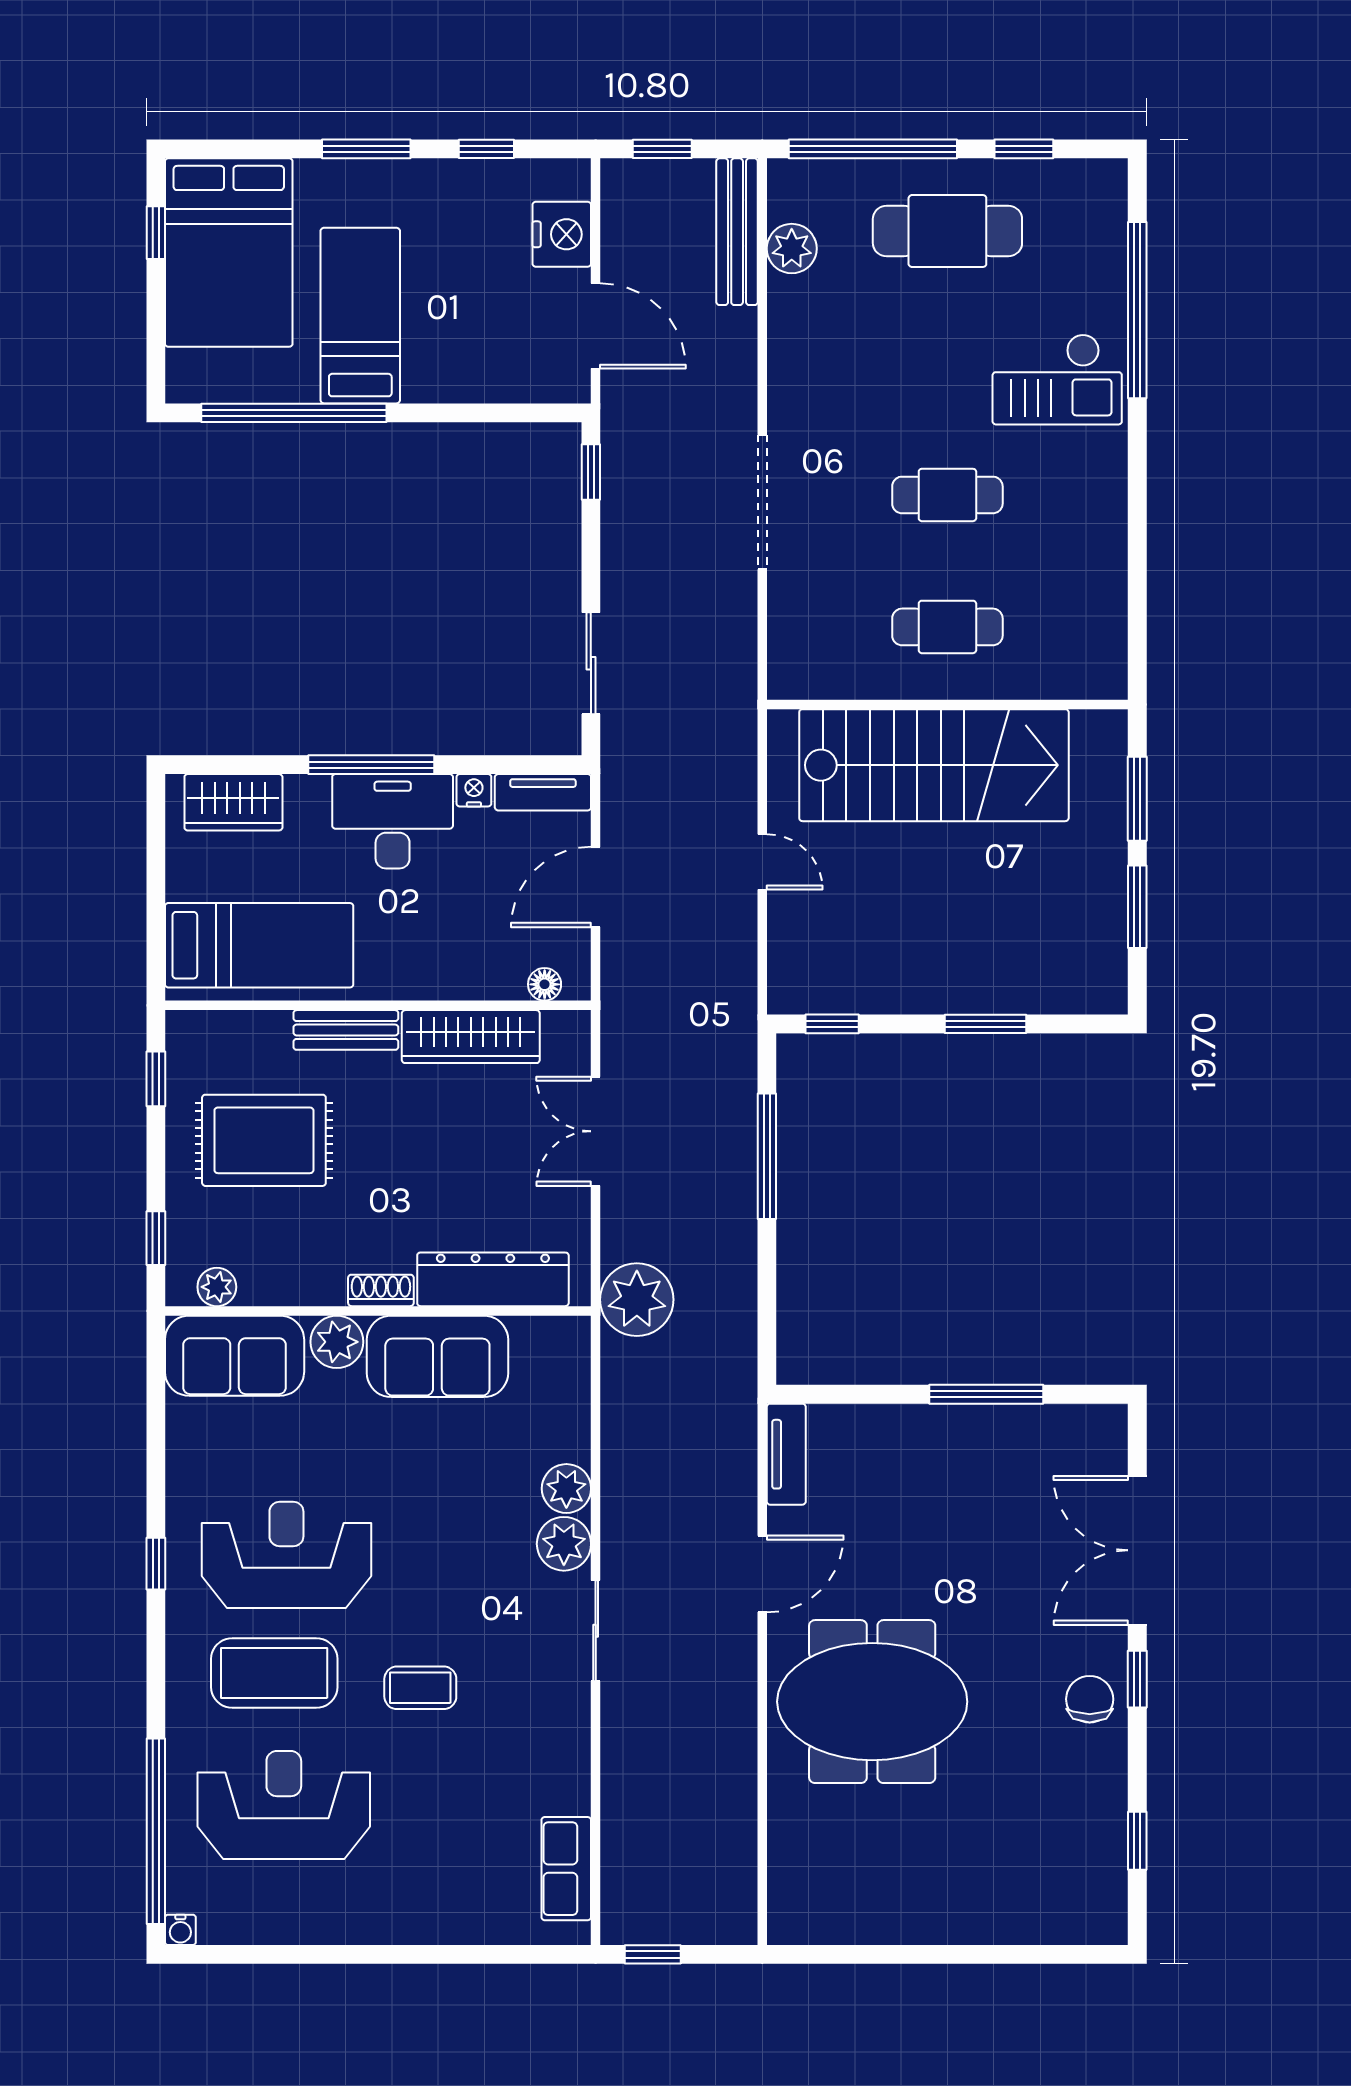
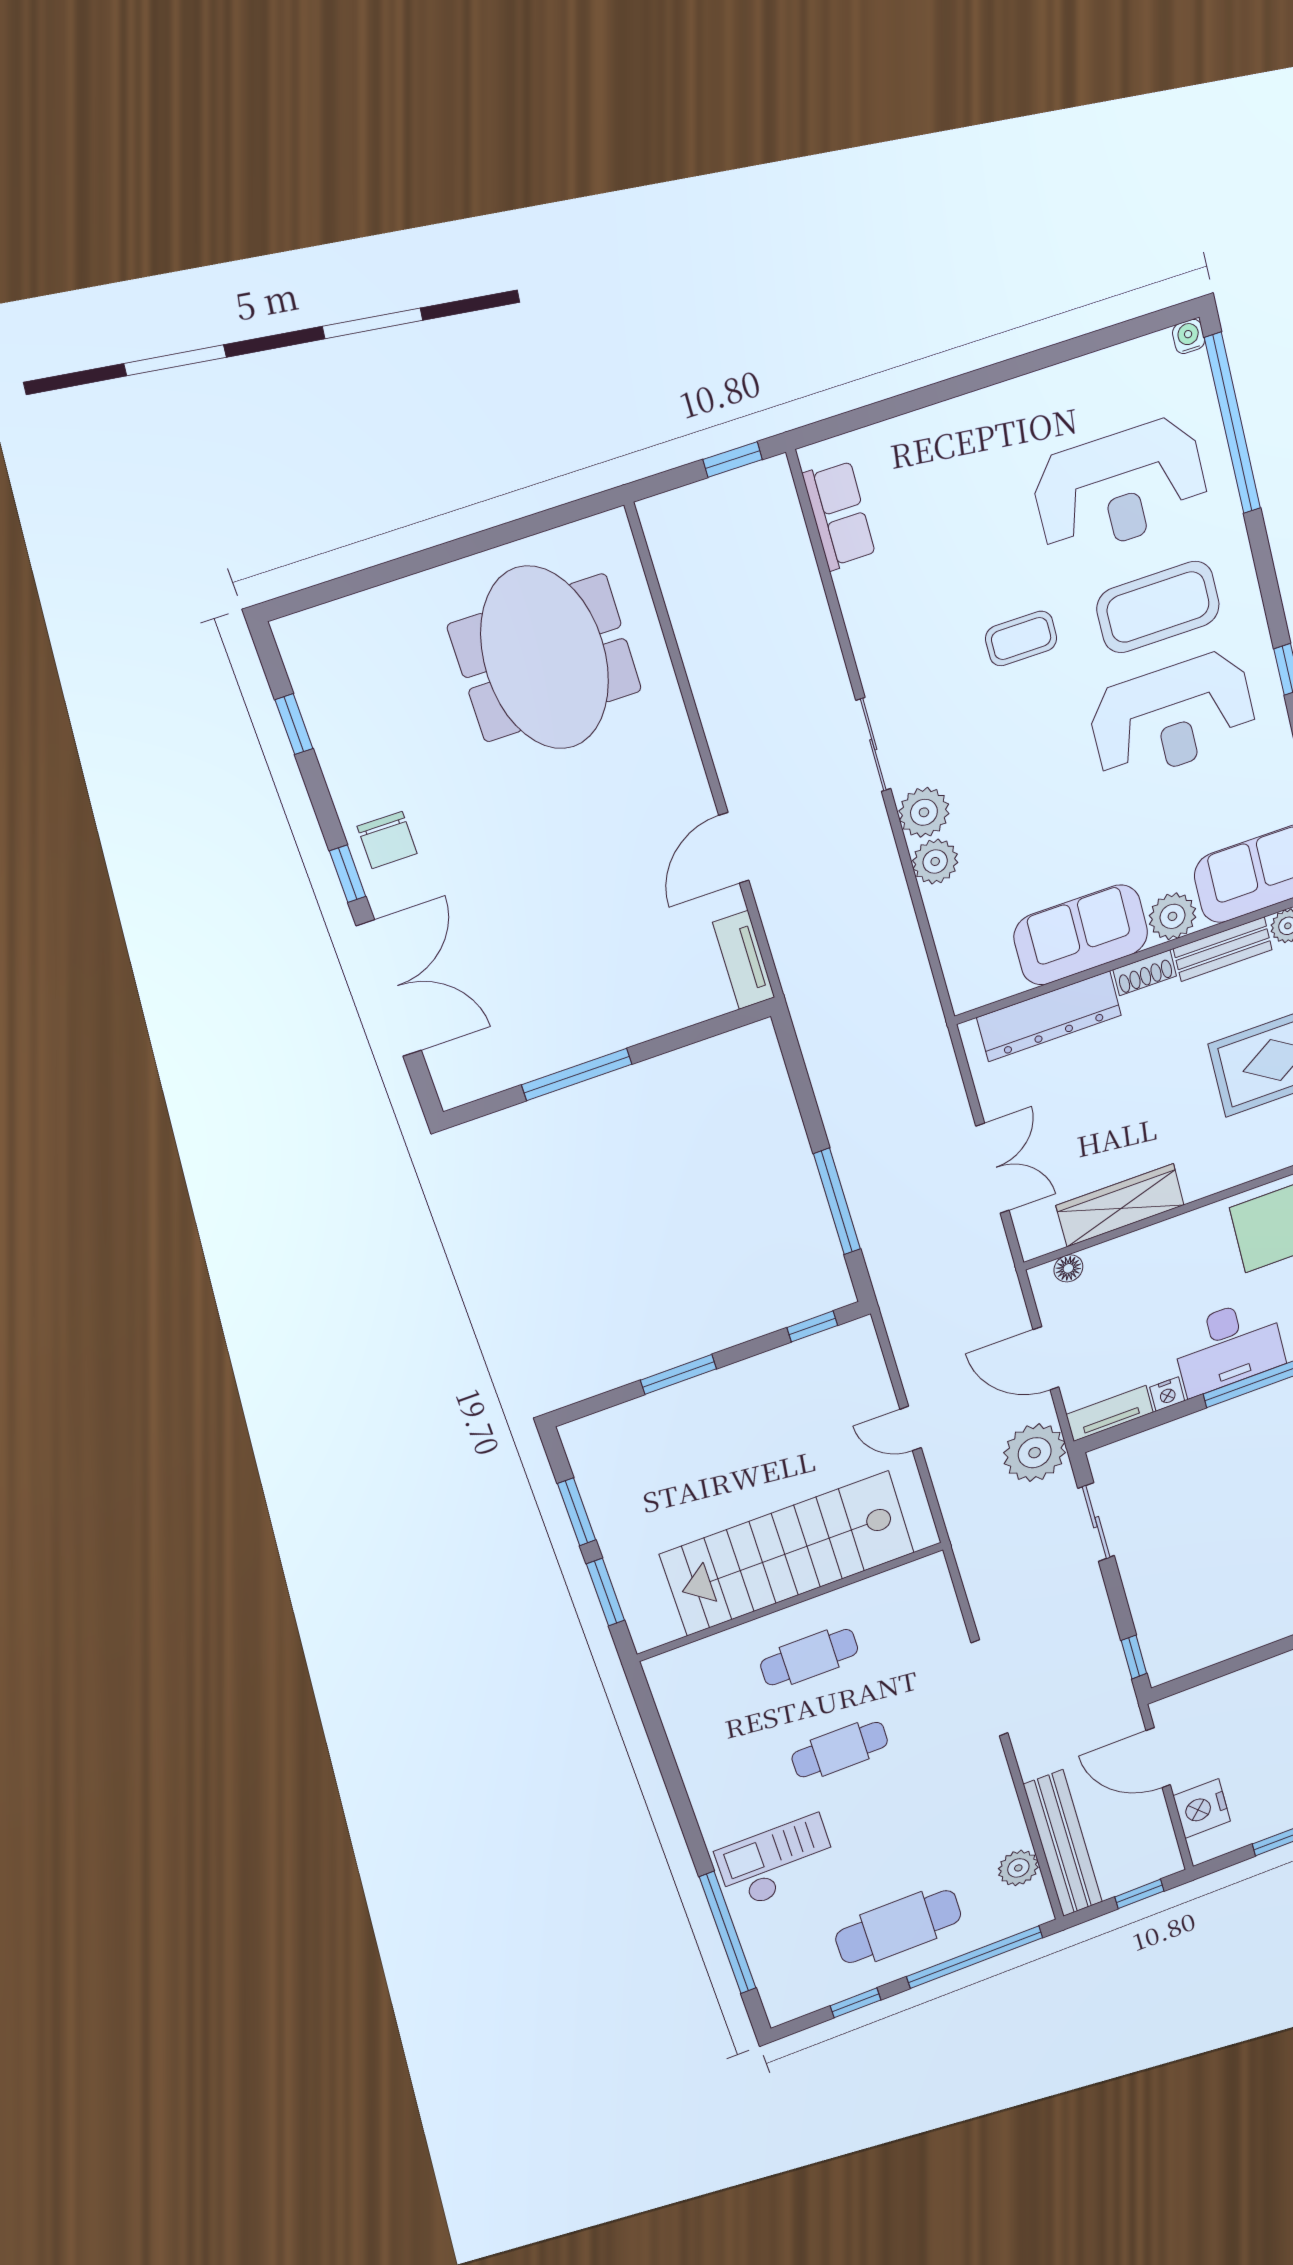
bench: (737, 232) -> (1063, 1844), width x1.37, depth x1.21
door: (596, 887) -> (1046, 1358), swing flipped
bench: (346, 1030) -> (1223, 949), moved
plant: (637, 1300) -> (1035, 1453), moved
meeting table: (872, 1702) -> (545, 658), moved, turned 90

